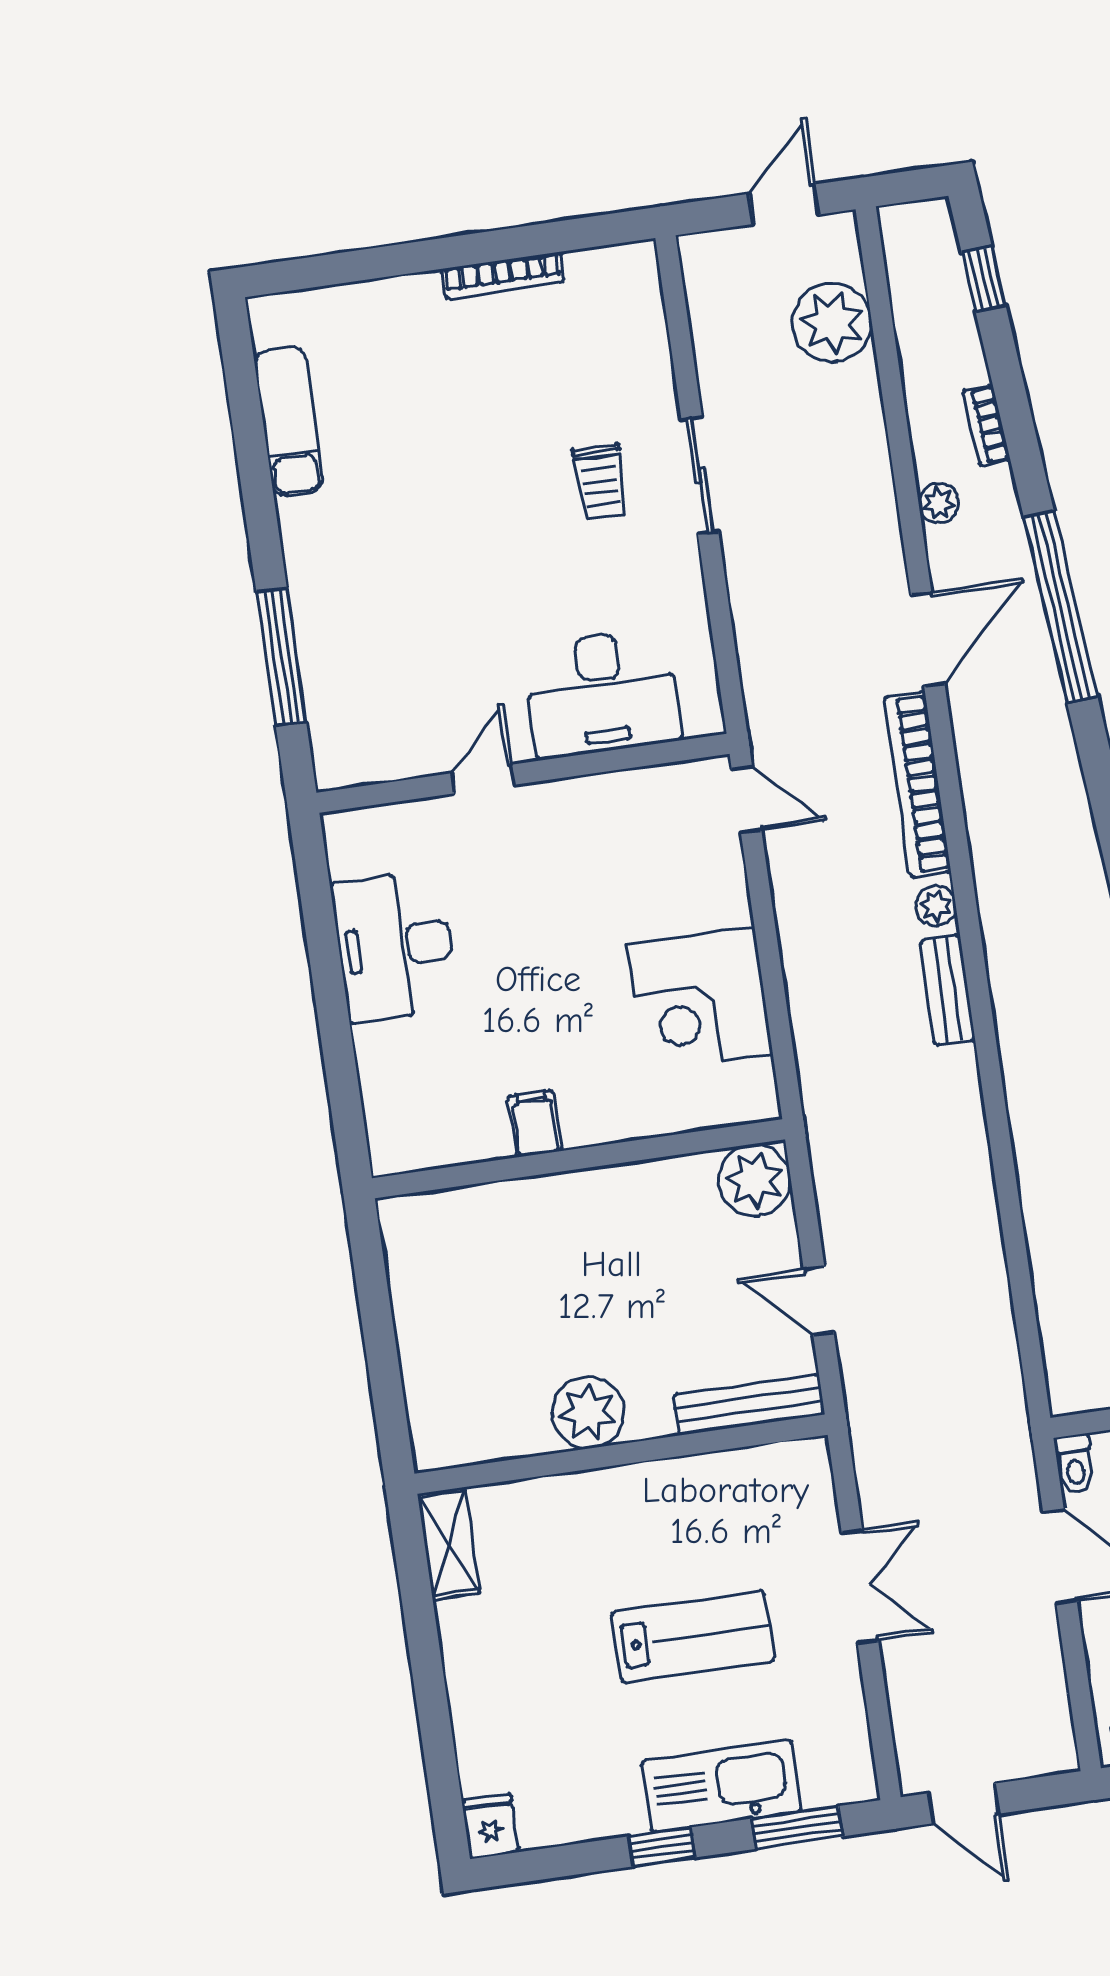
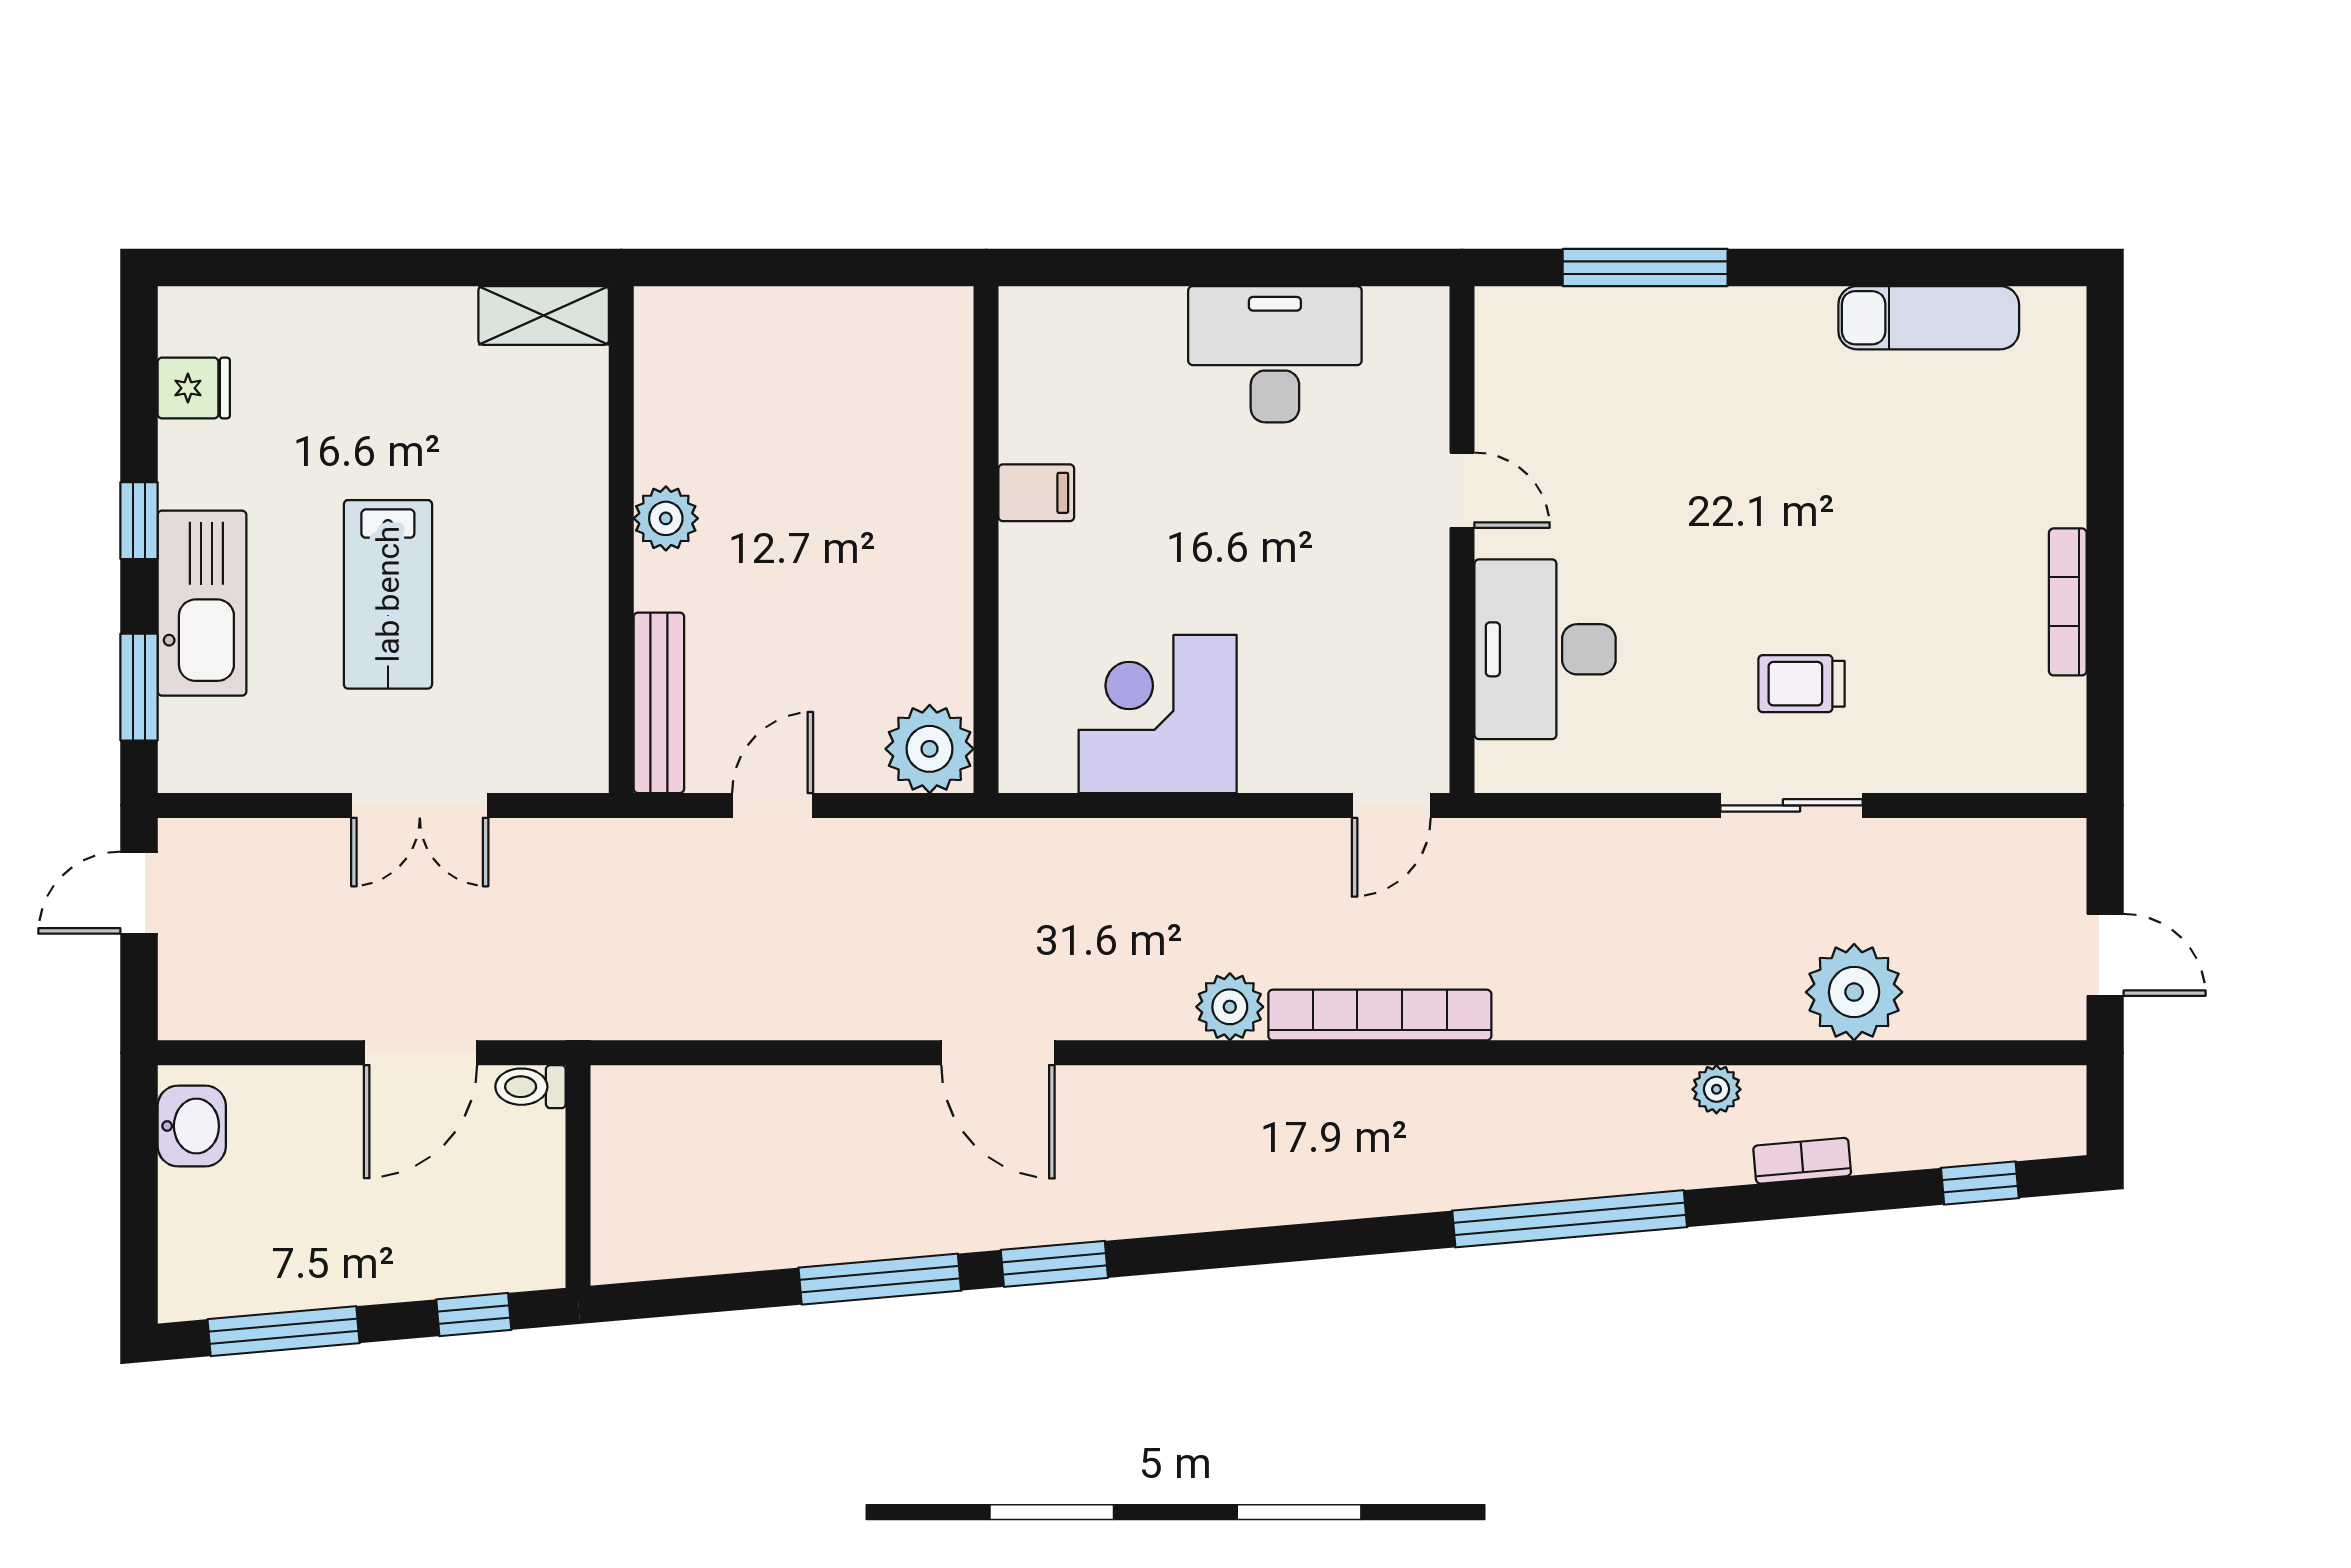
plant: (832, 323) -> (1854, 992), moved
door: (928, 639) -> (998, 1053), moved
plant: (936, 906) -> (1230, 1007), width x1.38, depth x1.38
bench: (948, 990) -> (1126, 1015), removed
plant: (588, 1413) -> (666, 518), width x0.73, depth x0.73
fridge: (490, 1826) -> (194, 388), moved

